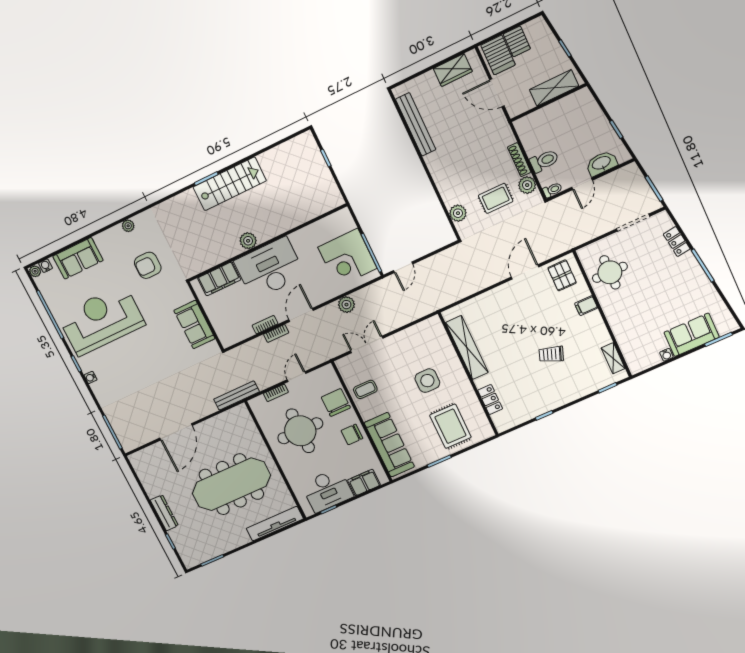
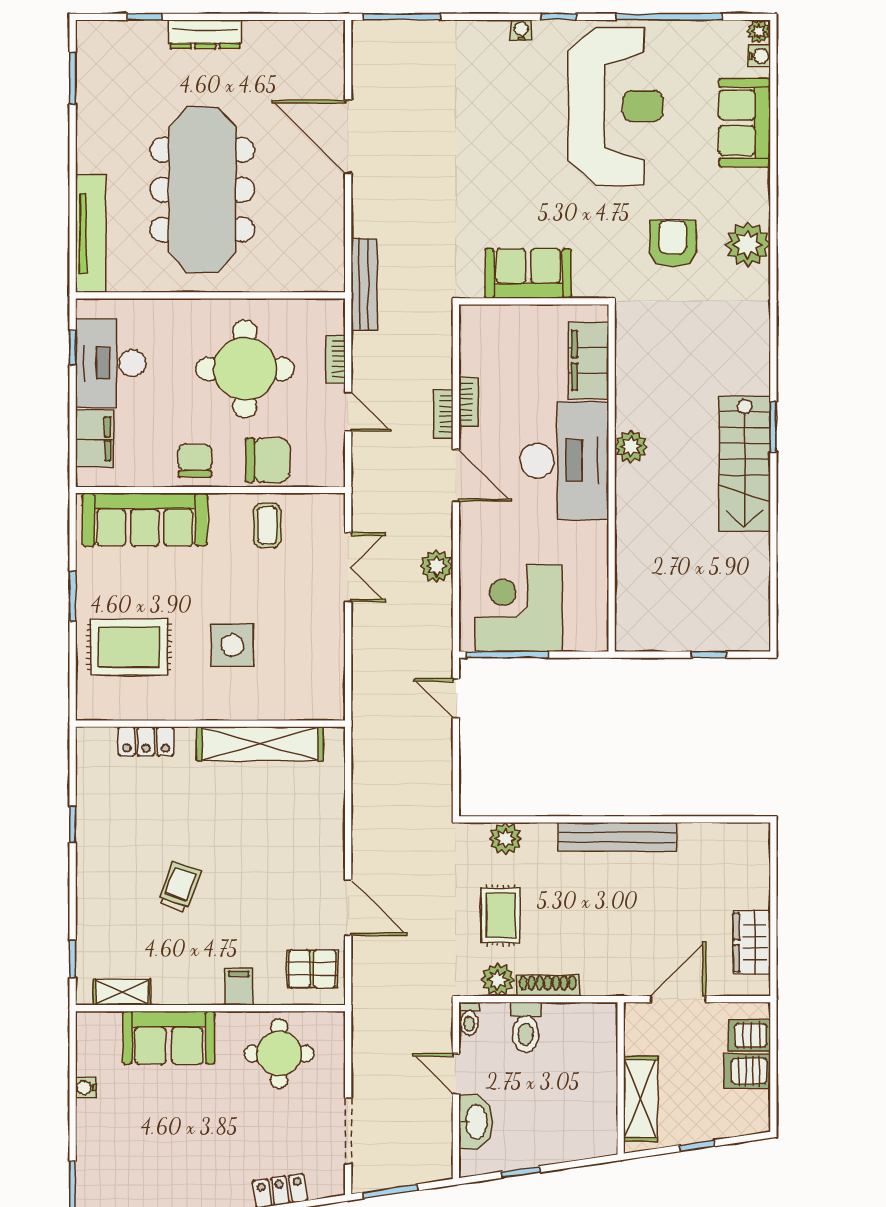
server rack: (498, 55) -> (749, 1035), width x0.73, depth x0.70
bench: (416, 124) -> (617, 837), moved
plant: (128, 226) -> (748, 245), width x1.87, depth x1.87
sofa: (692, 335) -> (169, 1038), moved, turned 90

